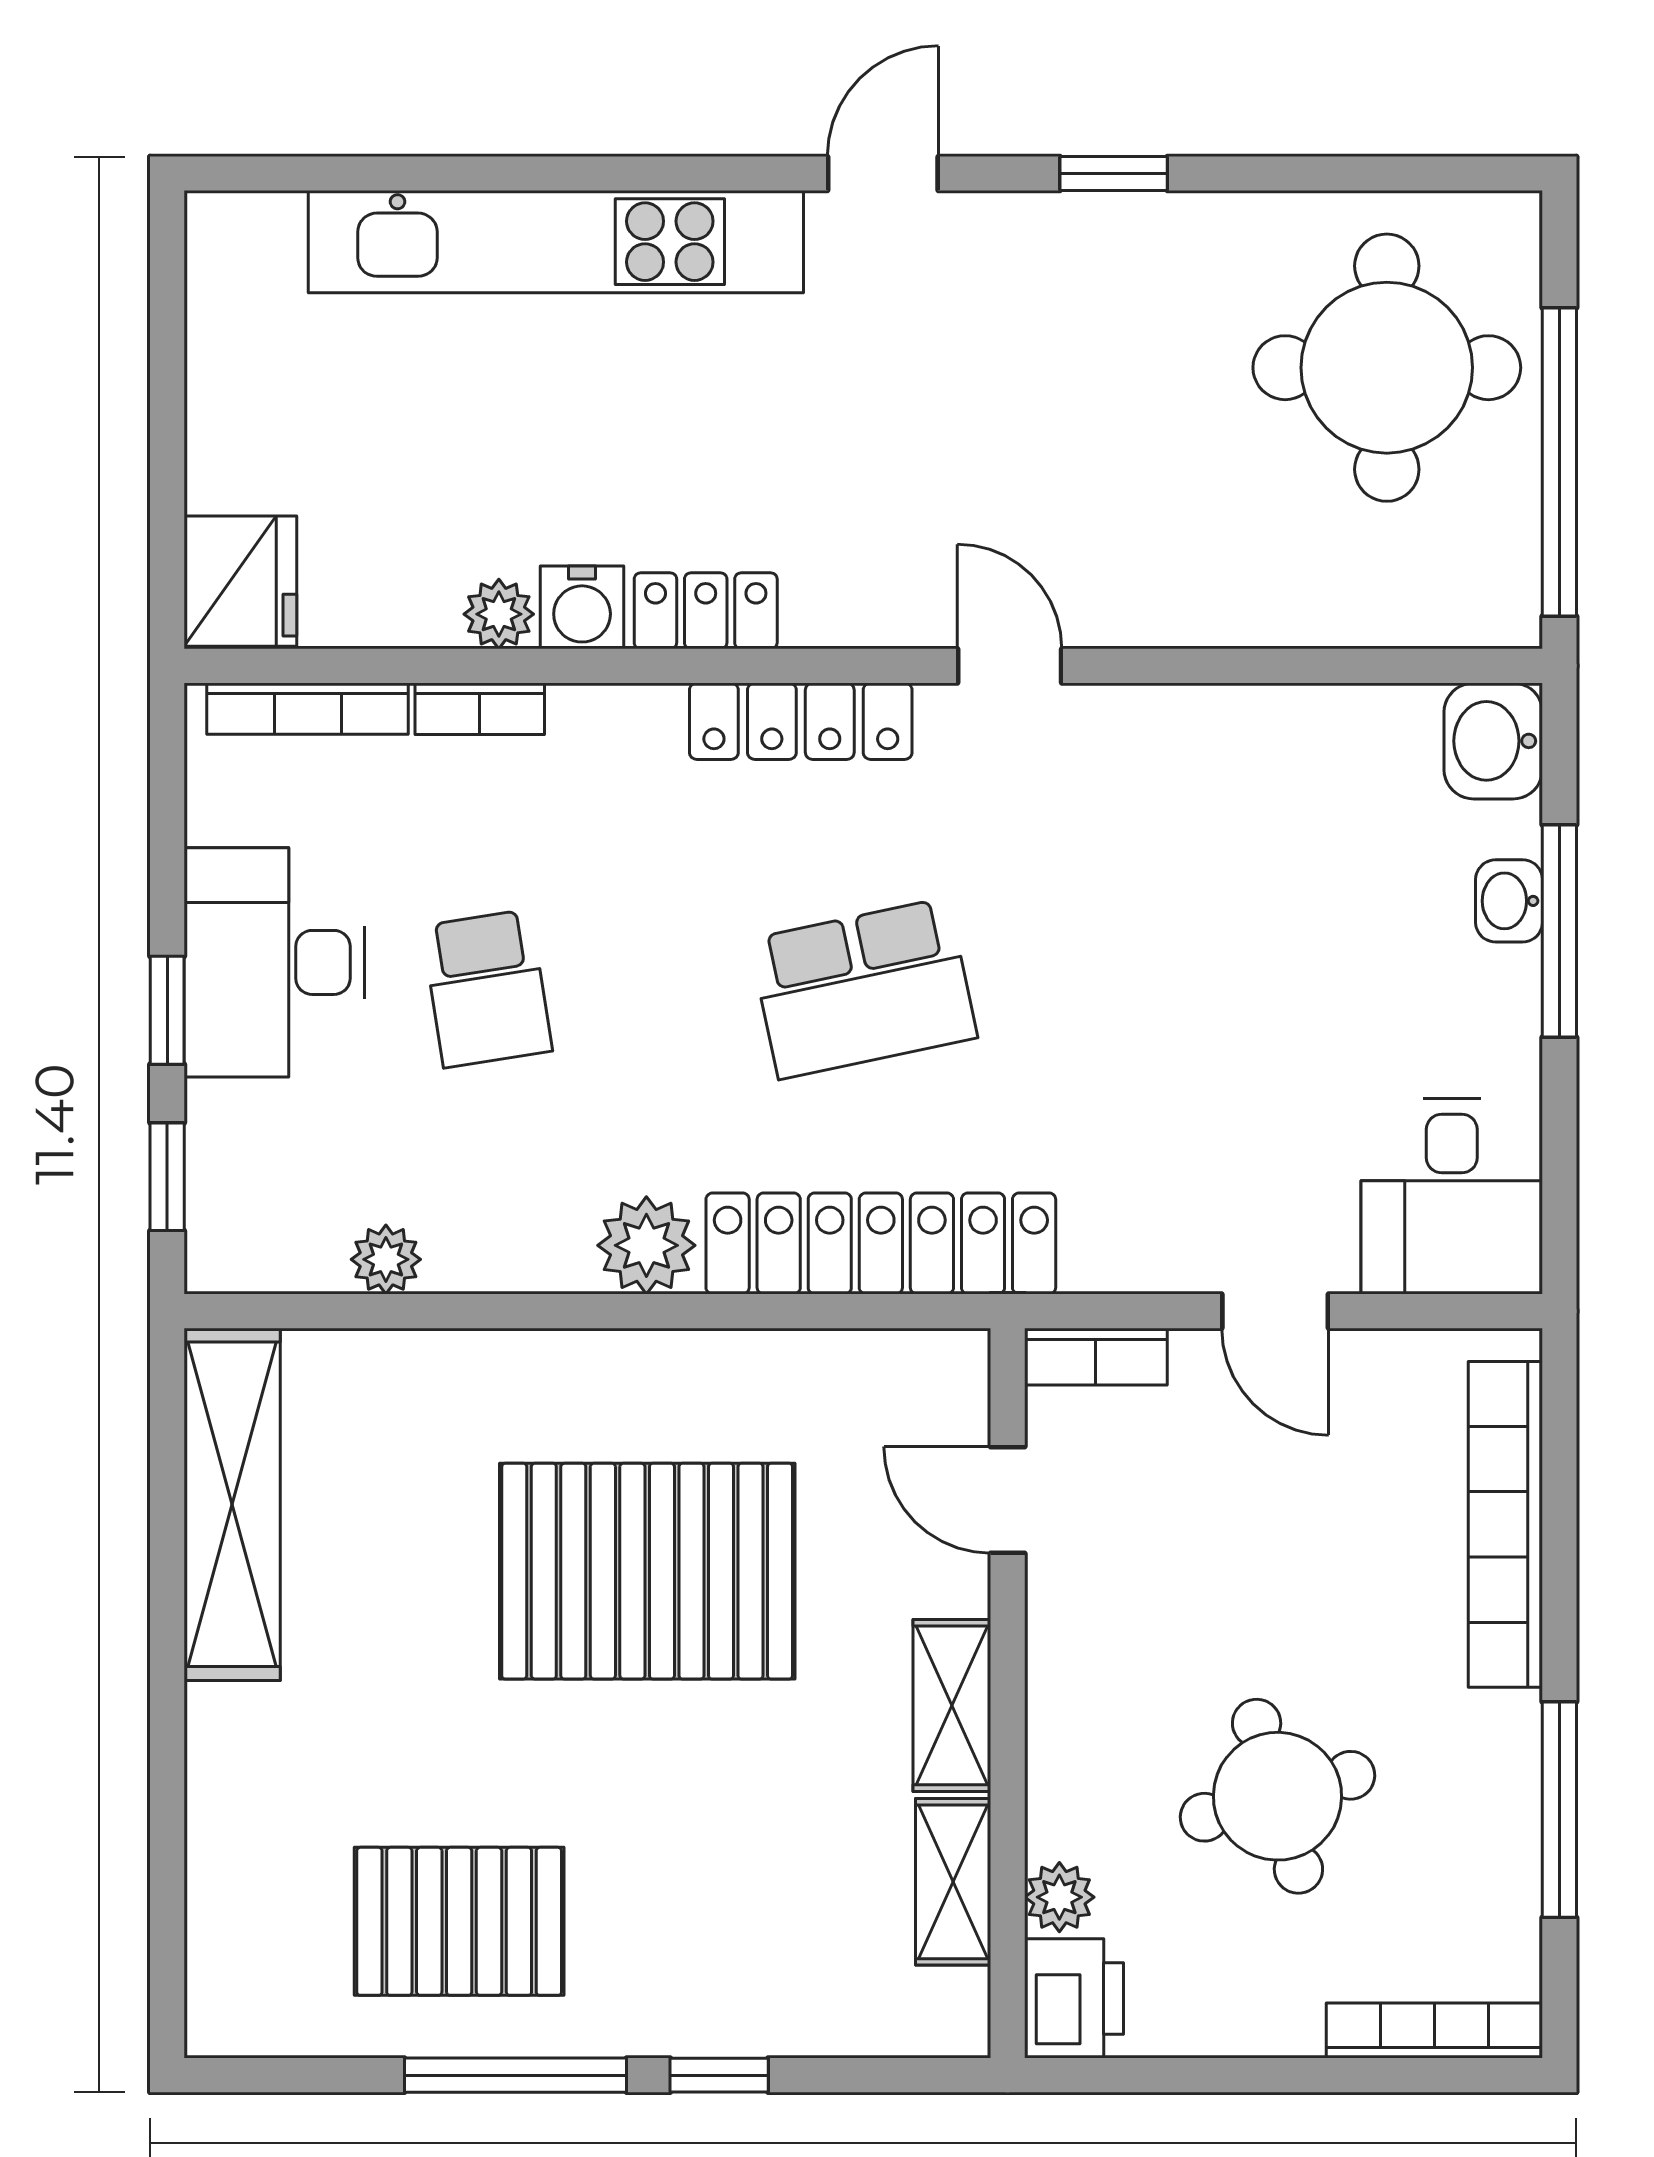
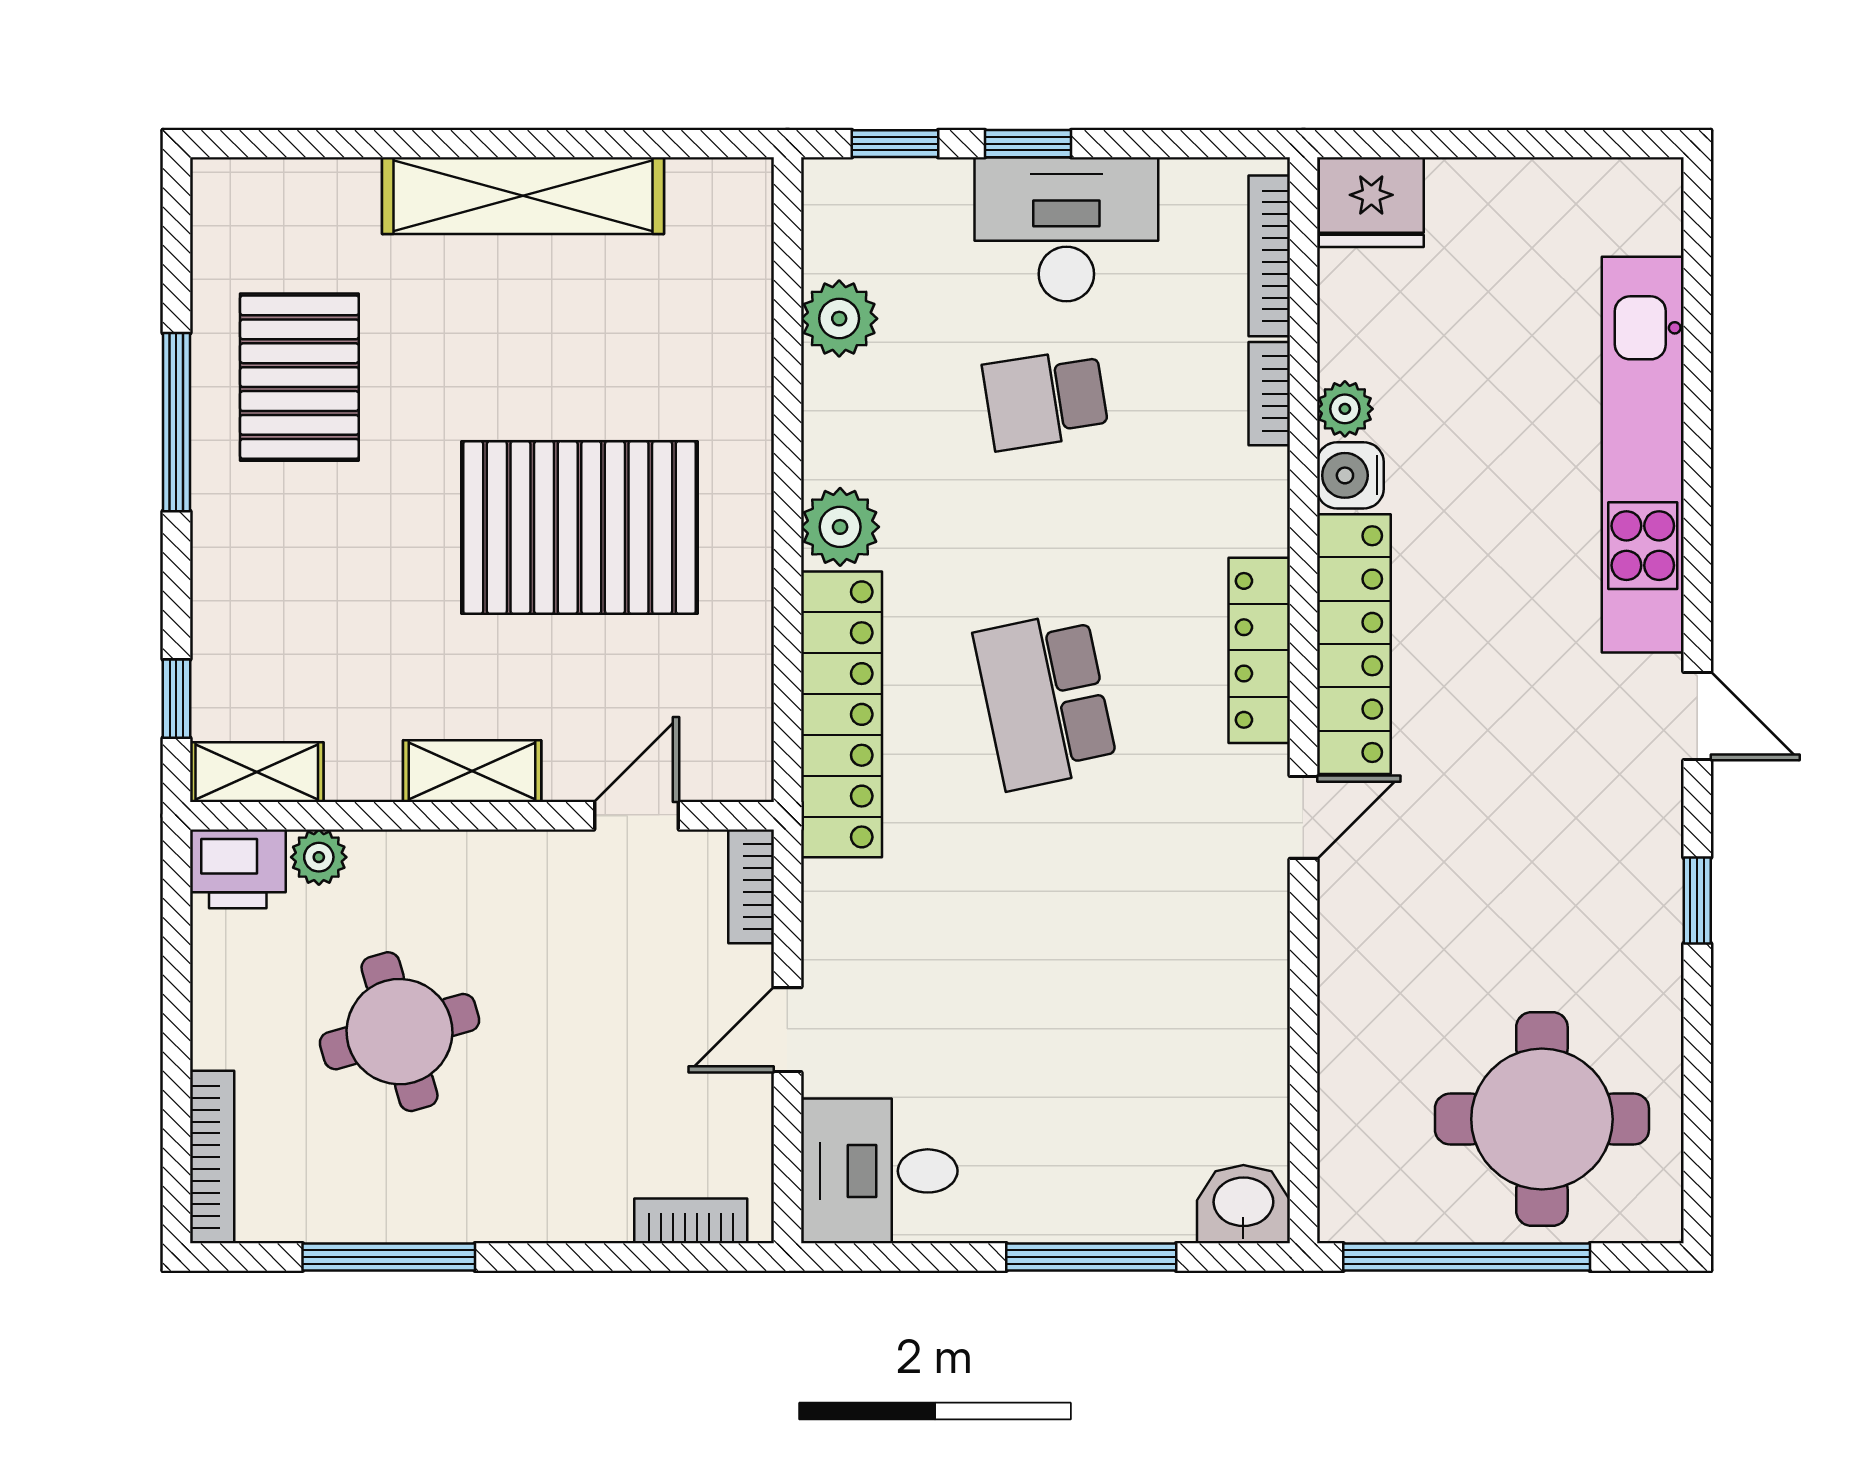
locker: (706, 611) -> (1354, 644), width x2.16, depth x1.21
washbasin: (1509, 901) -> (1115, 1217), removed
plant: (386, 1259) -> (839, 319), width x1.38, depth x1.38
shelving: (232, 1504) -> (523, 196), moved
bookcase: (1505, 1524) -> (691, 1221), width x0.43, depth x0.76
pallet: (647, 1571) -> (579, 528), turned 90
shelving: (953, 1882) -> (257, 772), moved
window: (719, 2075) -> (176, 699), moved

